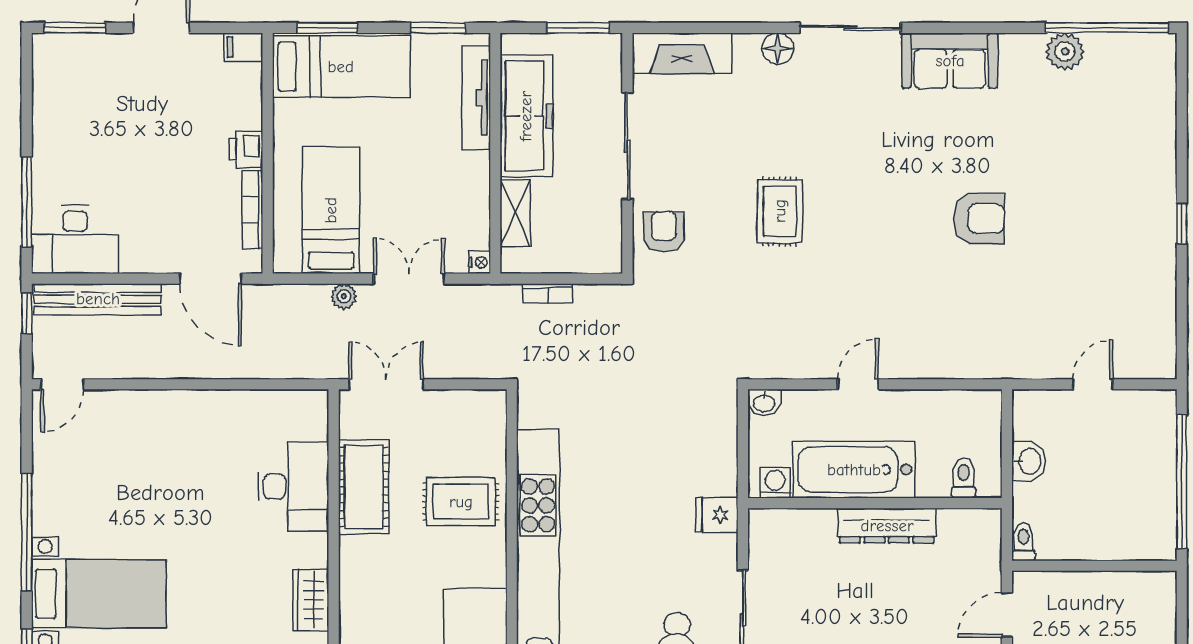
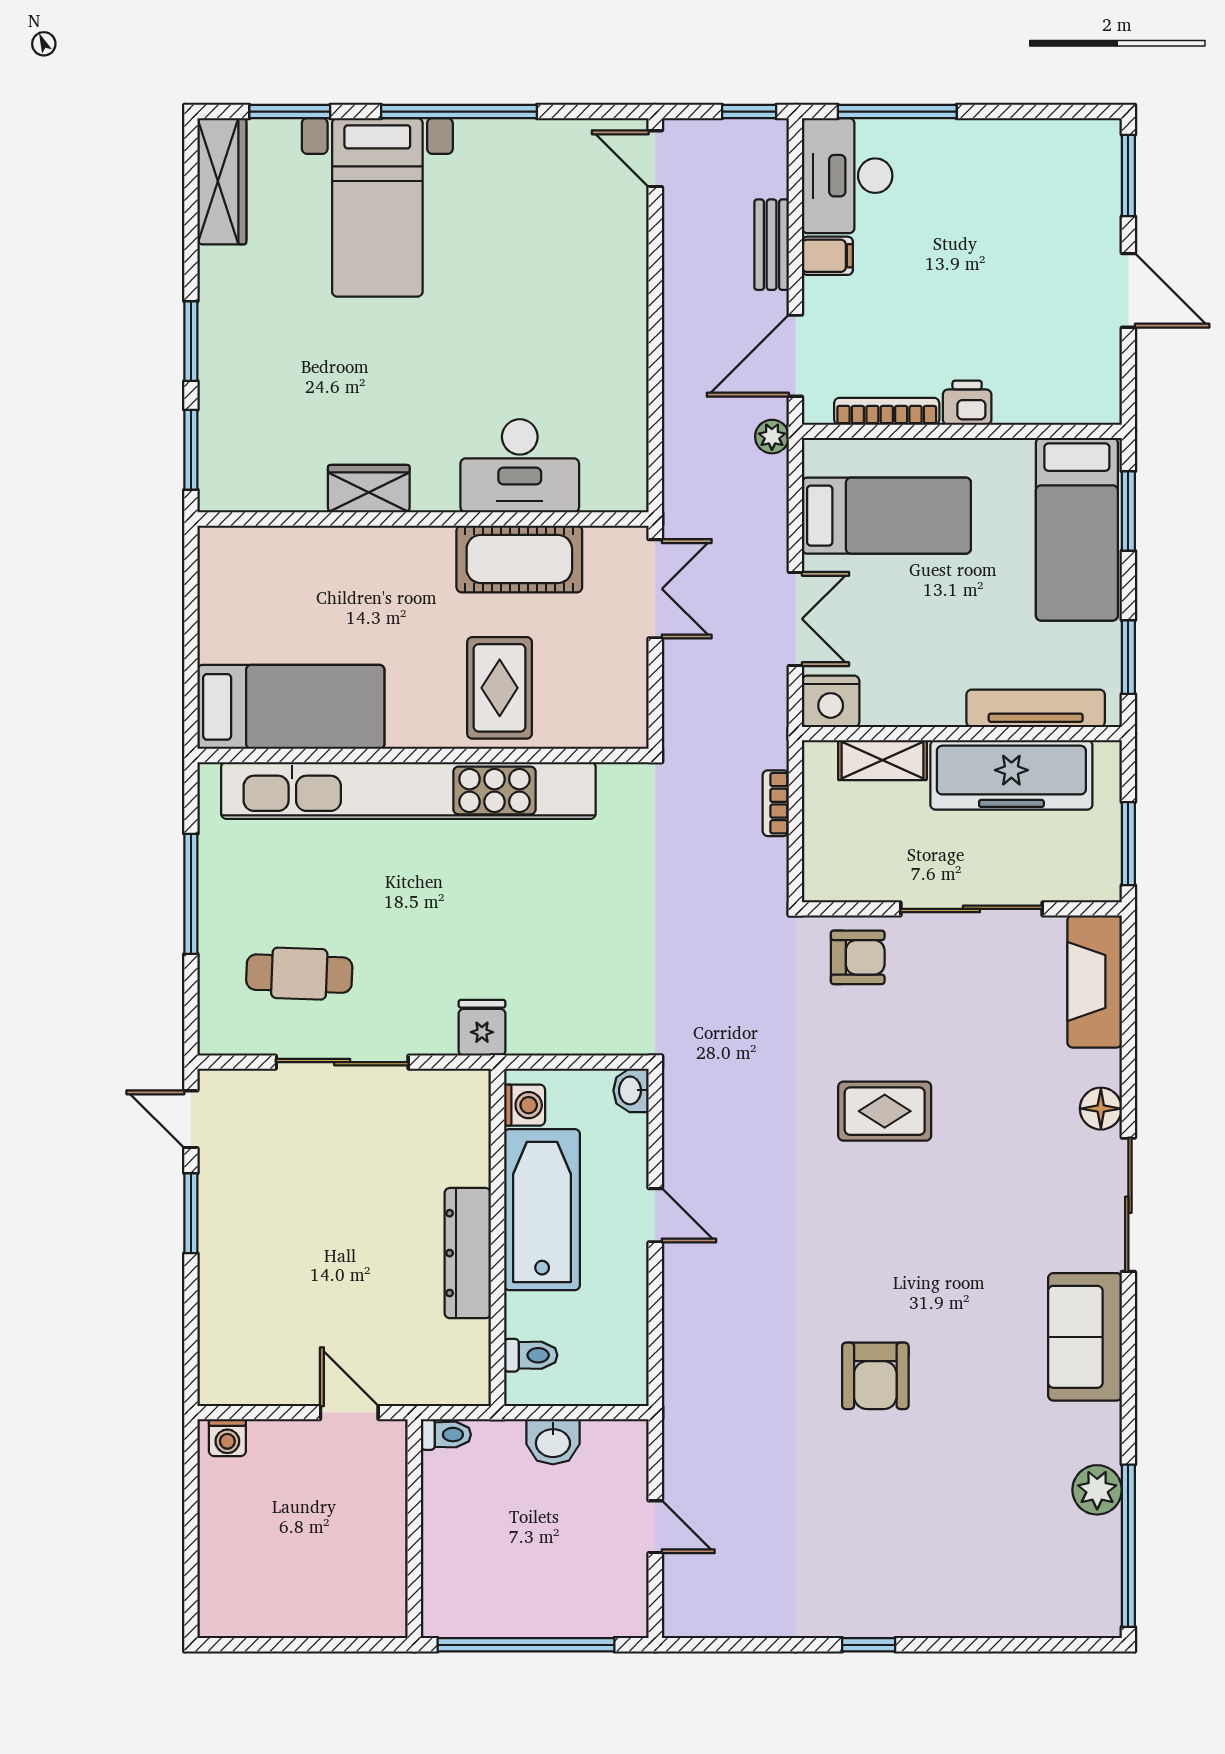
filing cabinet: (243, 47) -> (827, 256), moved, turned 90
nightstand: (480, 262) -> (831, 701), width x1.89, depth x1.79
plant: (344, 296) -> (772, 437), moved
bench: (98, 299) -> (772, 245), width x0.54, depth x0.82

